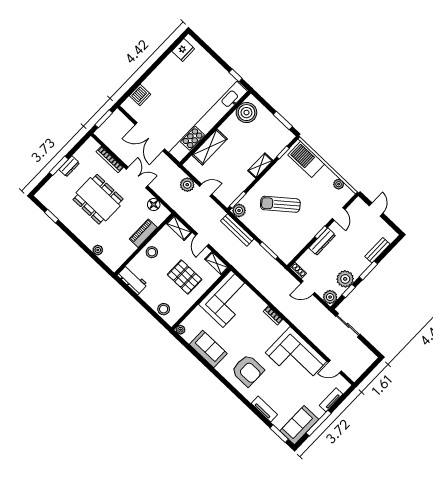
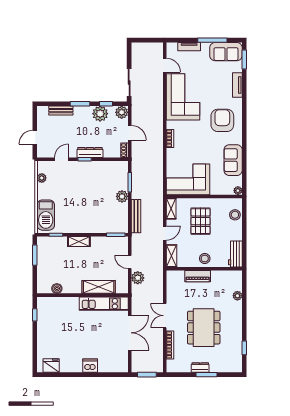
dishwasher: (140, 95) -> (90, 366), moved
boiler: (246, 113) -> (57, 289), width x0.54, depth x0.54
kitchen unit: (208, 122) -> (104, 304), width x0.54
floor lamp: (154, 204) -> (172, 287), removed
sun lounger: (280, 204) -> (92, 204), removed
plant: (239, 210) -> (122, 196), moved

